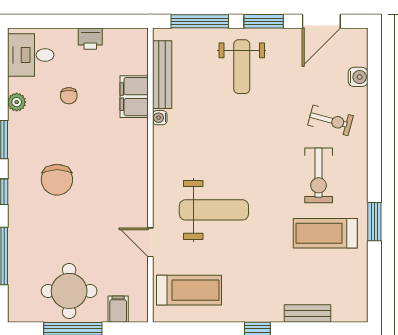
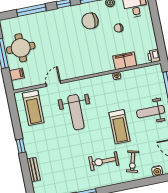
printer: (90, 39) -> (154, 56), moved
bench: (162, 75) -> (138, 73), removed
chair: (57, 180) -> (90, 21), moved
treadmill: (325, 233) -> (119, 127), moved, turned 180

